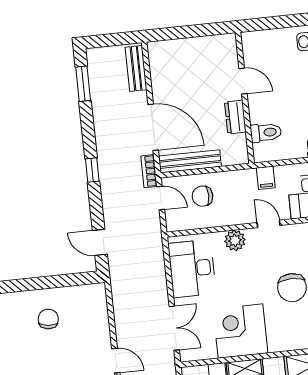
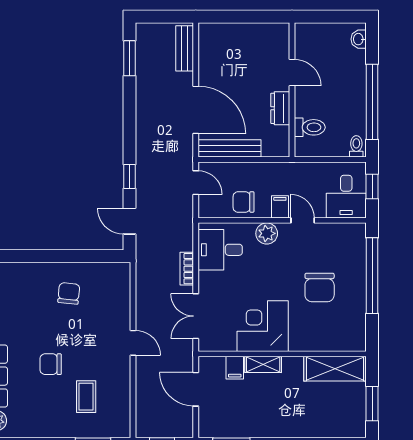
window: (92, 170) -> (129, 177), moved
bookcase: (149, 171) -> (187, 269), moved
filing cabinet: (266, 178) -> (280, 207), moved, turned 180
chair: (202, 196) -> (244, 202), moved
desk: (192, 268) -> (220, 250), width x0.73
double door: (174, 328) -> (196, 316), swing flipped

